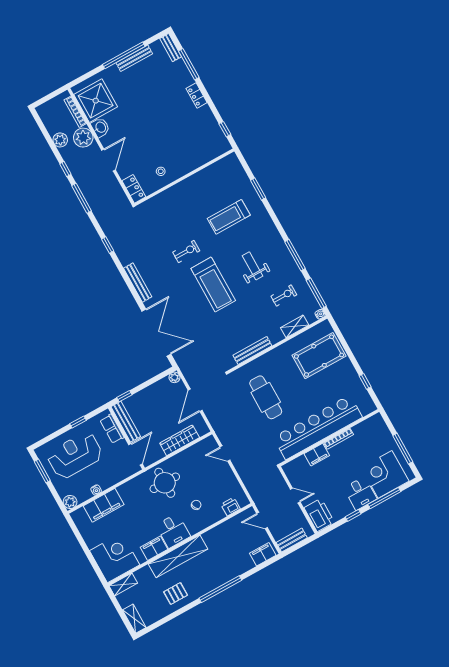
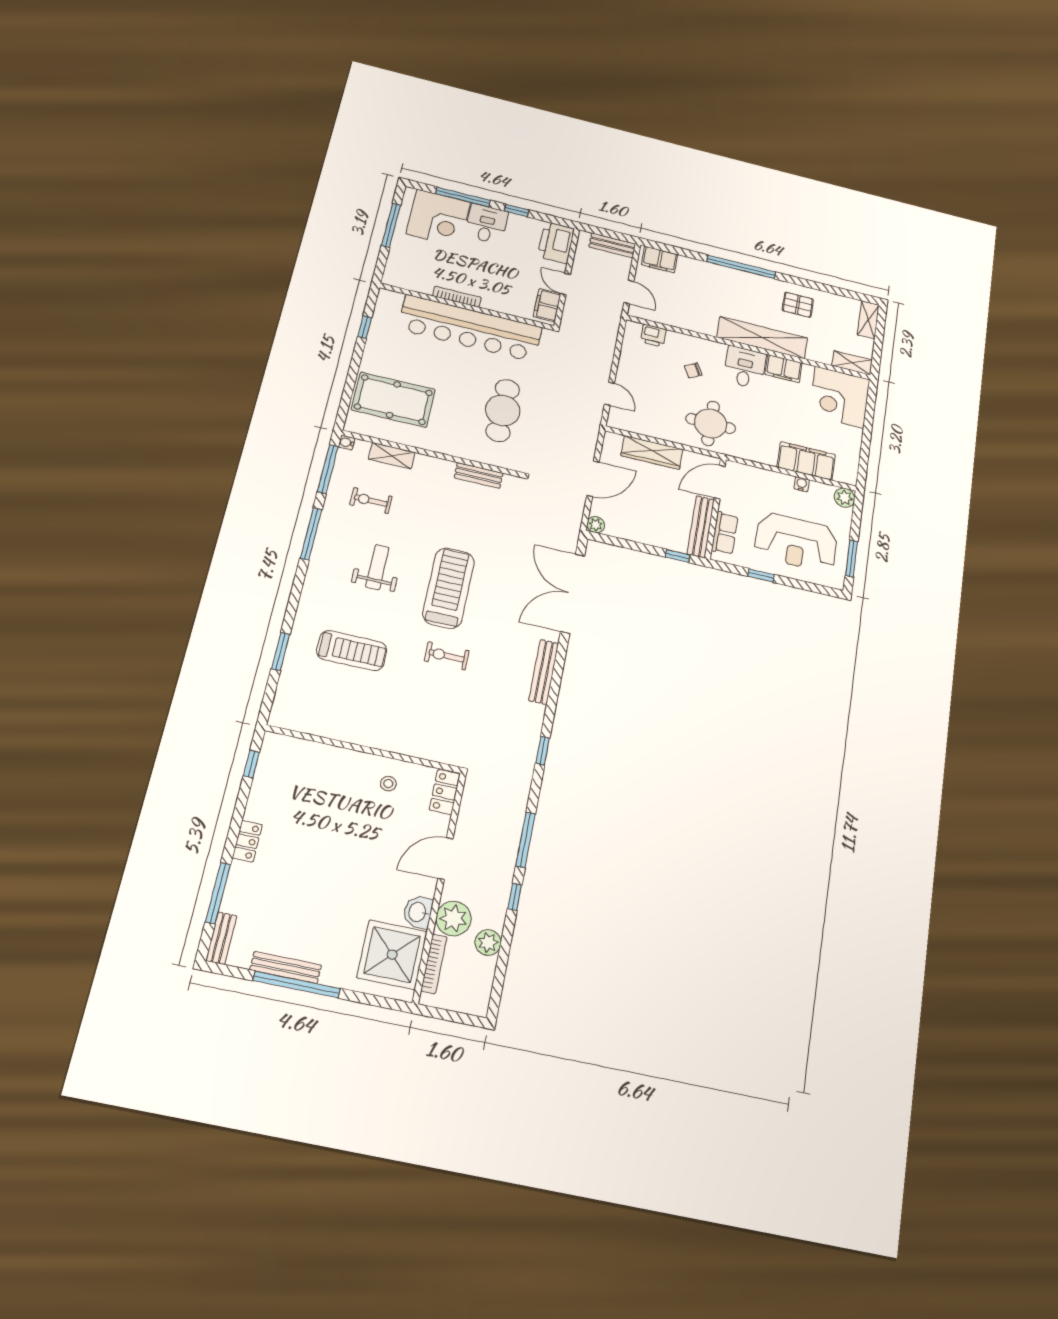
weight bench: (253, 266) -> (377, 567), turned 180
bench: (252, 350) -> (479, 475), width x0.73
filing cabinet: (317, 455) -> (547, 305), moved, turned -90

